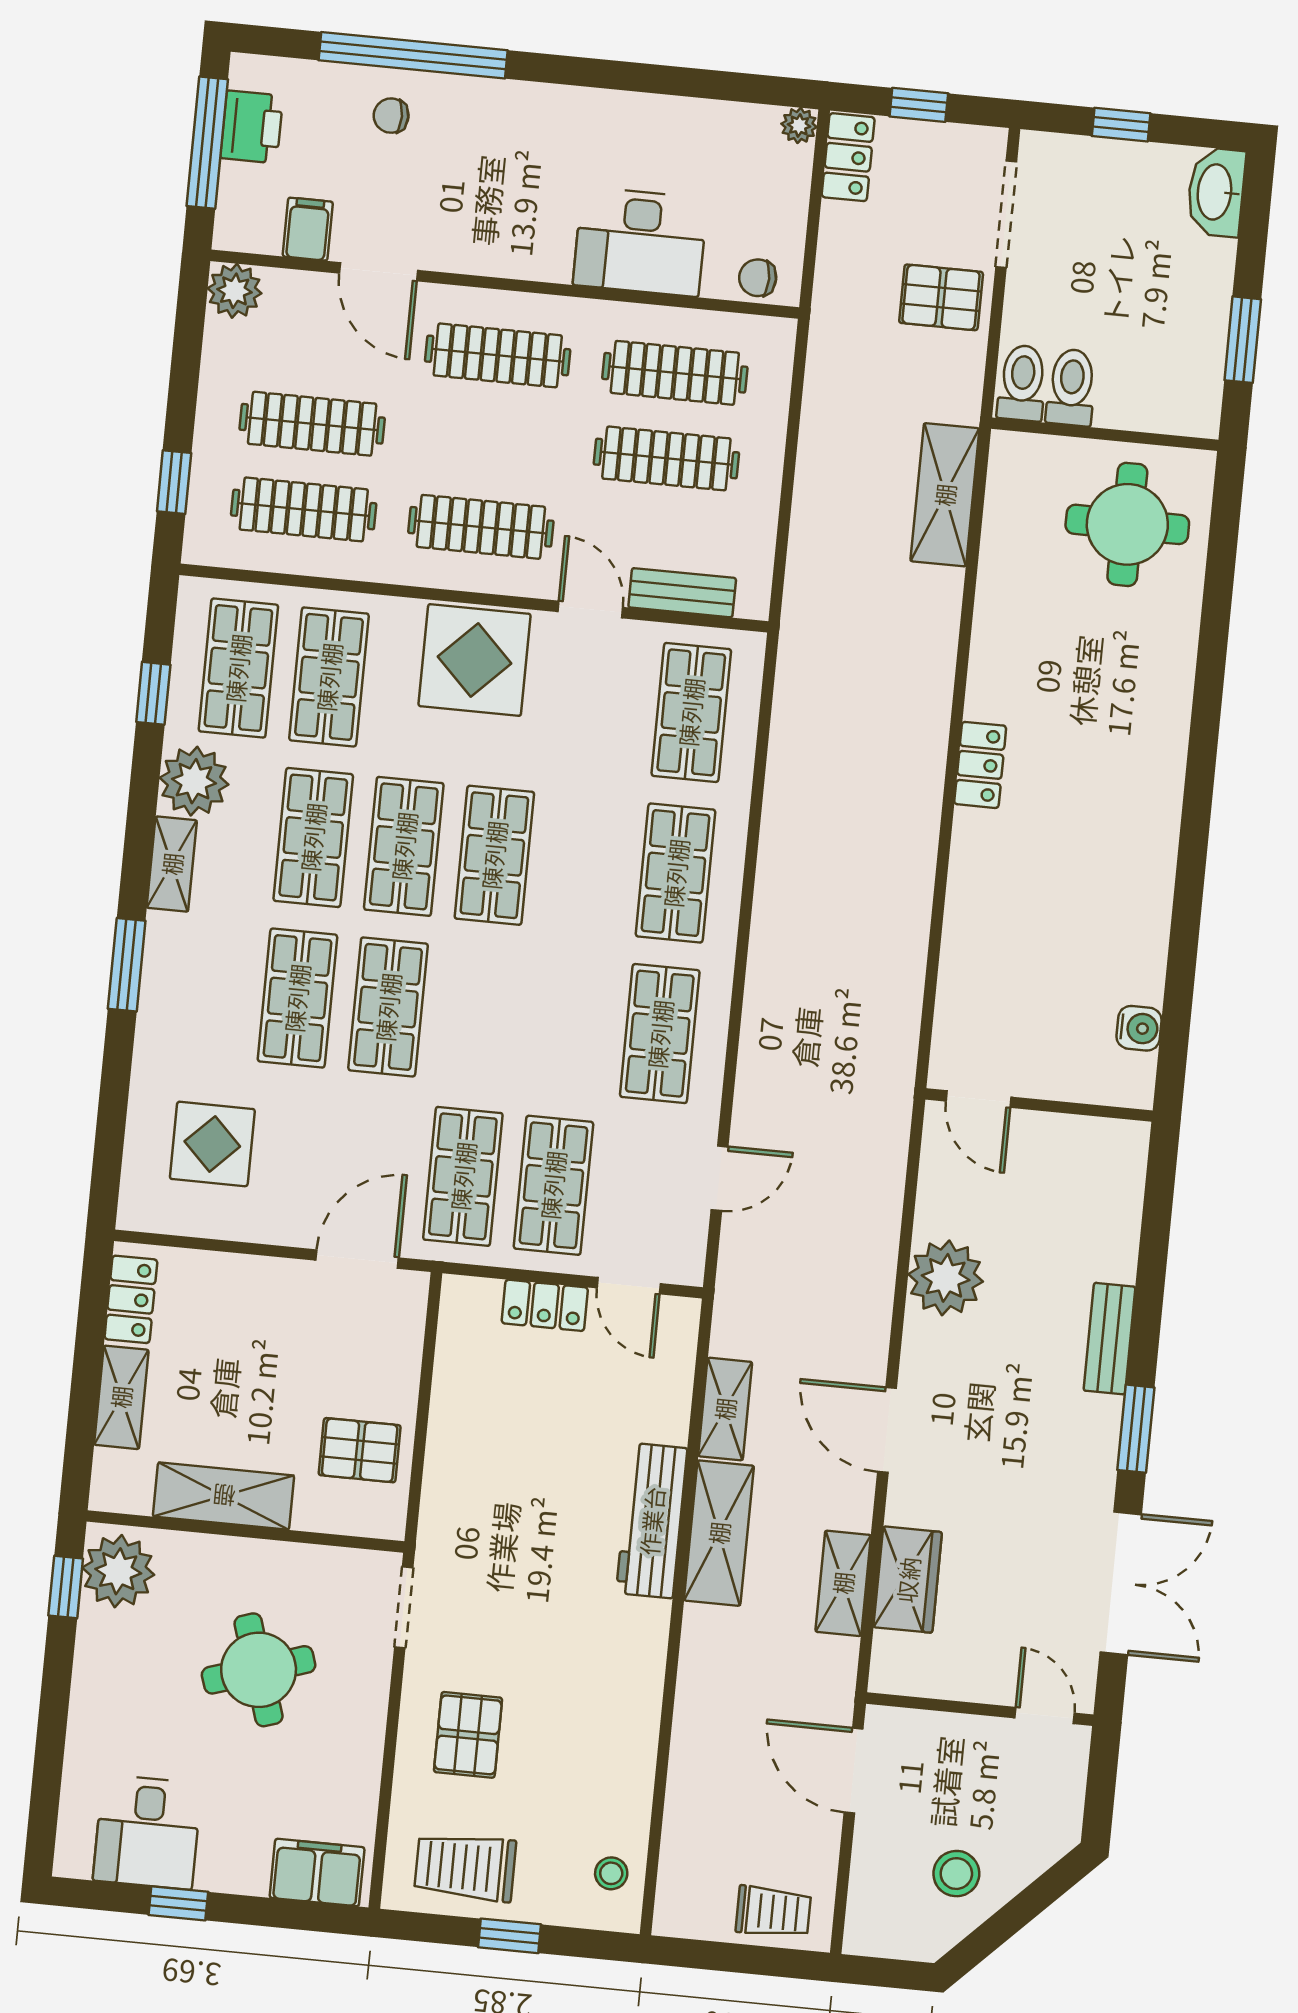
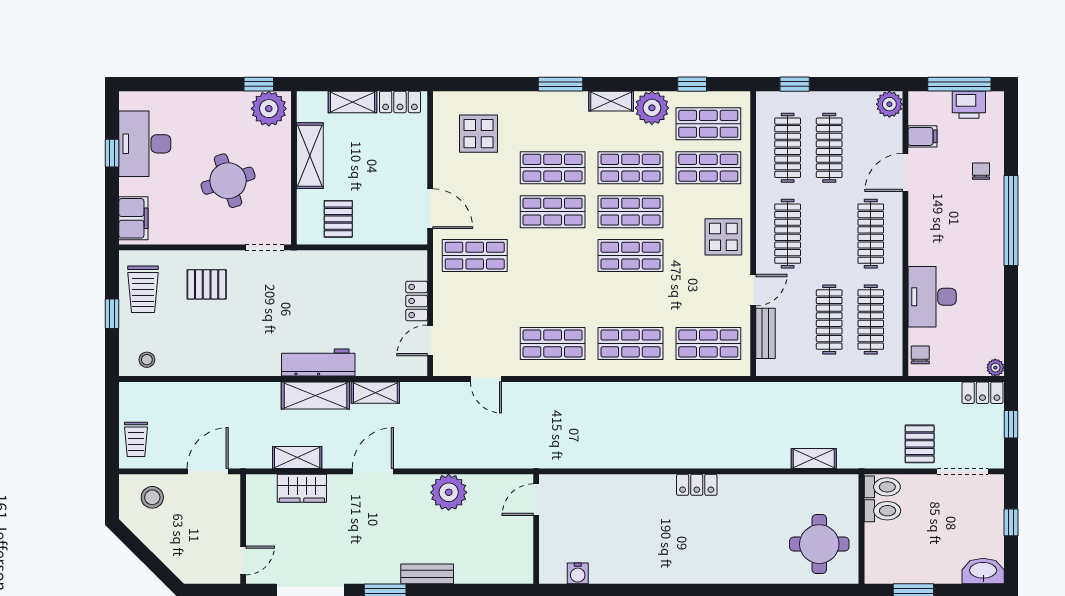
window: (413, 55) -> (1011, 220), moved
shelving: (945, 495) -> (814, 458), width x0.67, depth x0.75
display table: (475, 660) -> (723, 237), width x0.73, depth x0.73
shop shelf: (553, 1185) -> (475, 300), removed
desk: (147, 1832) -> (145, 144), width x1.37
trolley: (465, 1867) -> (143, 289), turned 180
stool: (956, 1874) -> (152, 497), moved

